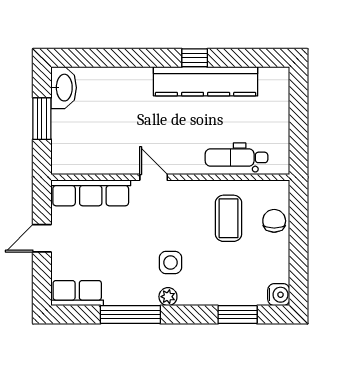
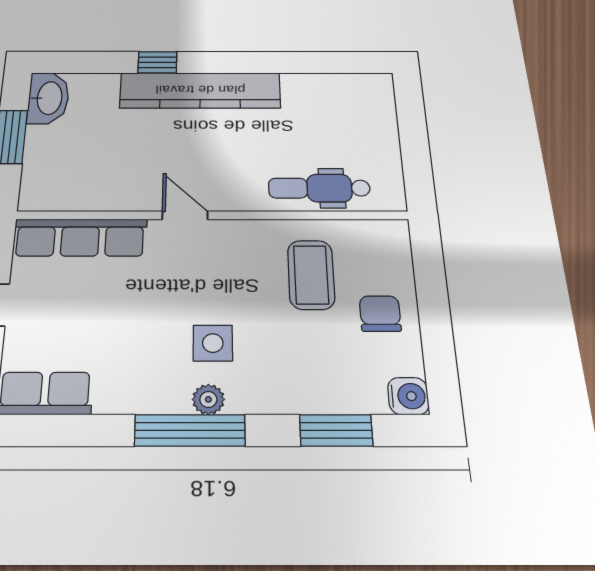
window: (195, 58) -> (157, 62), moved
kitchen counter: (206, 81) -> (200, 90), moved
chair: (274, 221) -> (380, 314), moved
window: (130, 315) -> (190, 430), moved

